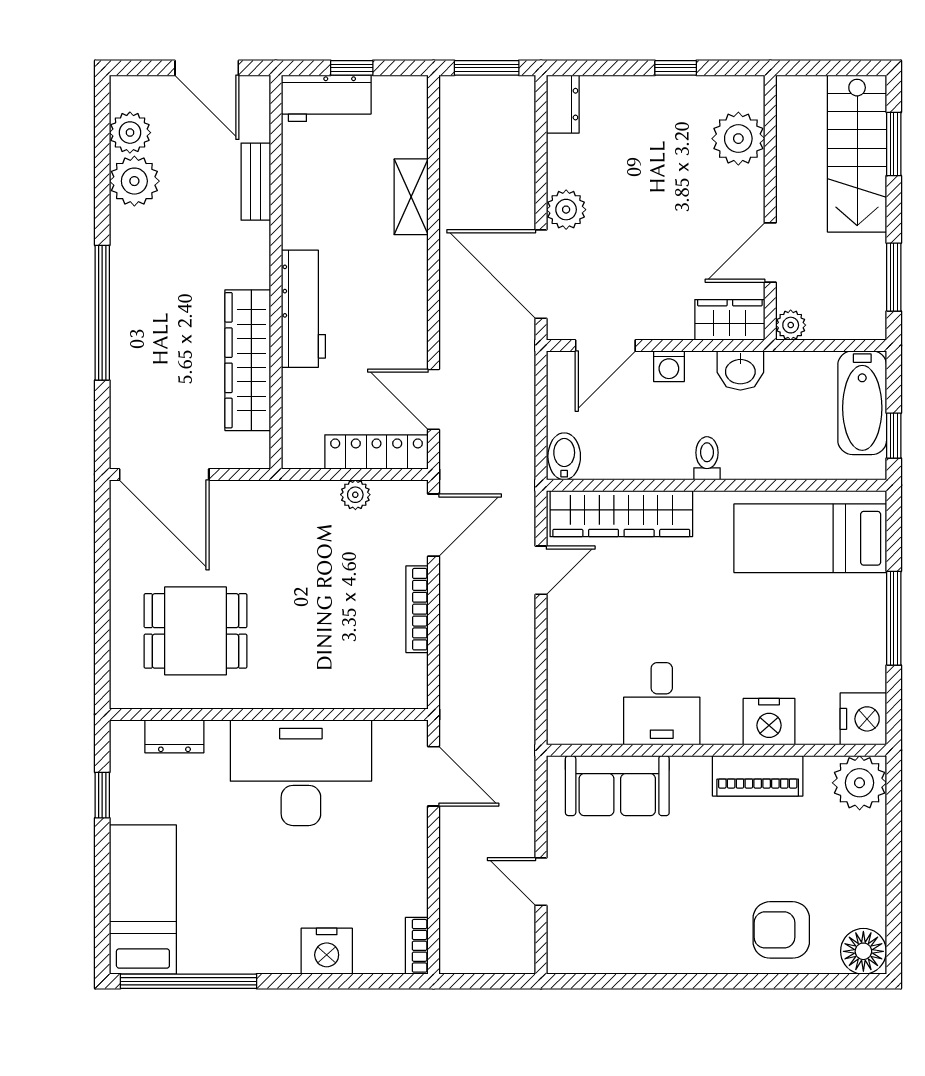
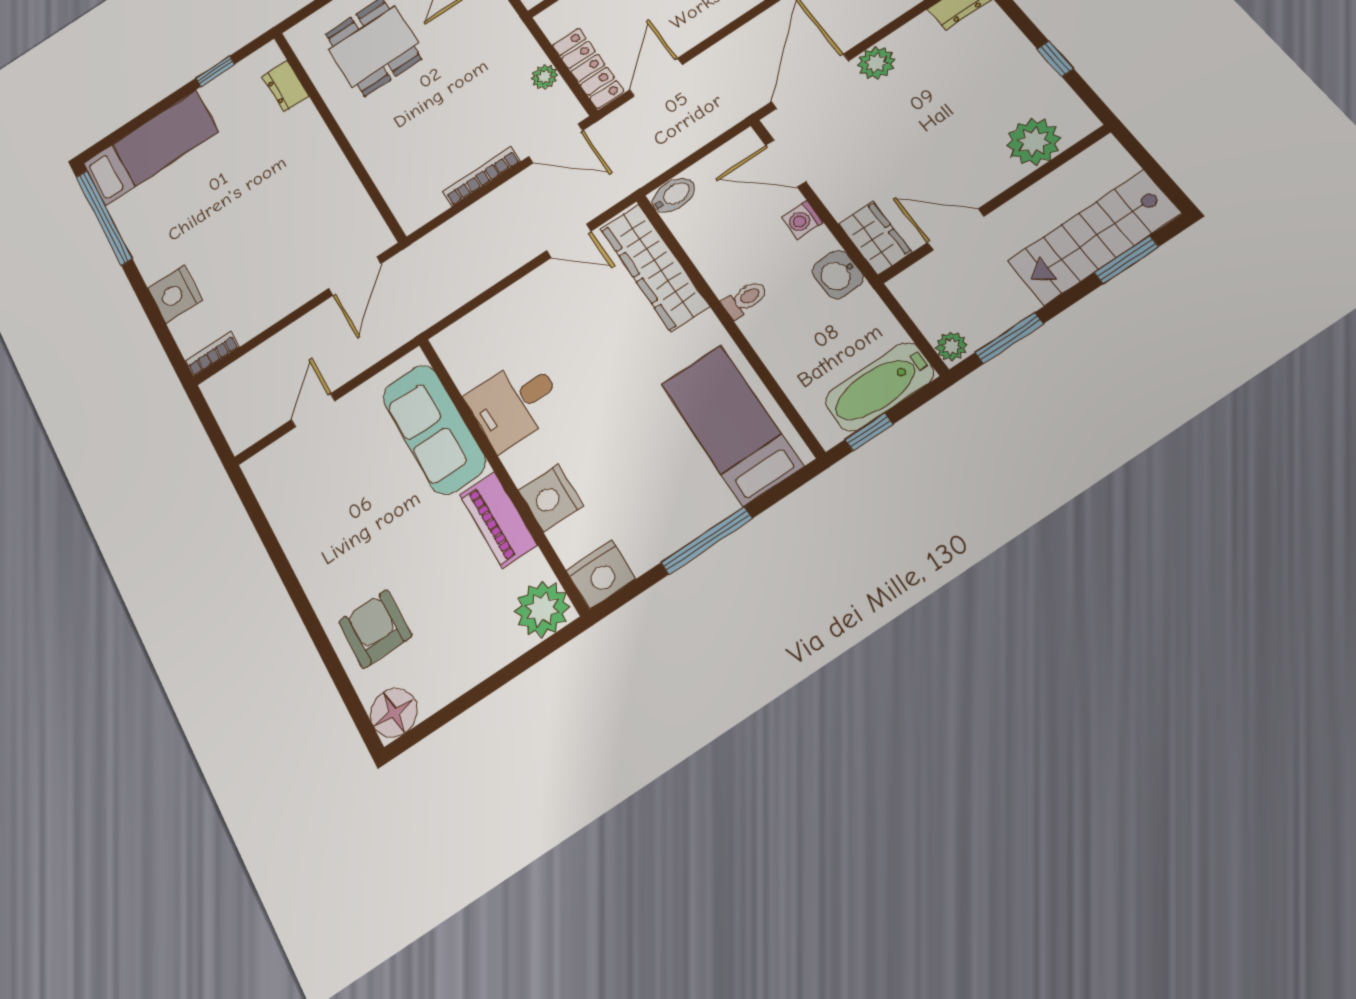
plant: (791, 325) -> (951, 346), moved
desk: (301, 773) -> (305, 185), removed
sofa: (617, 786) -> (434, 429), width x1.36

